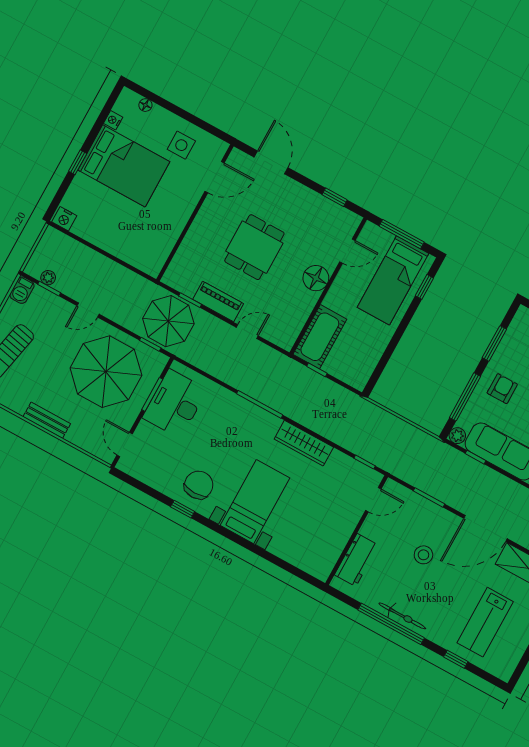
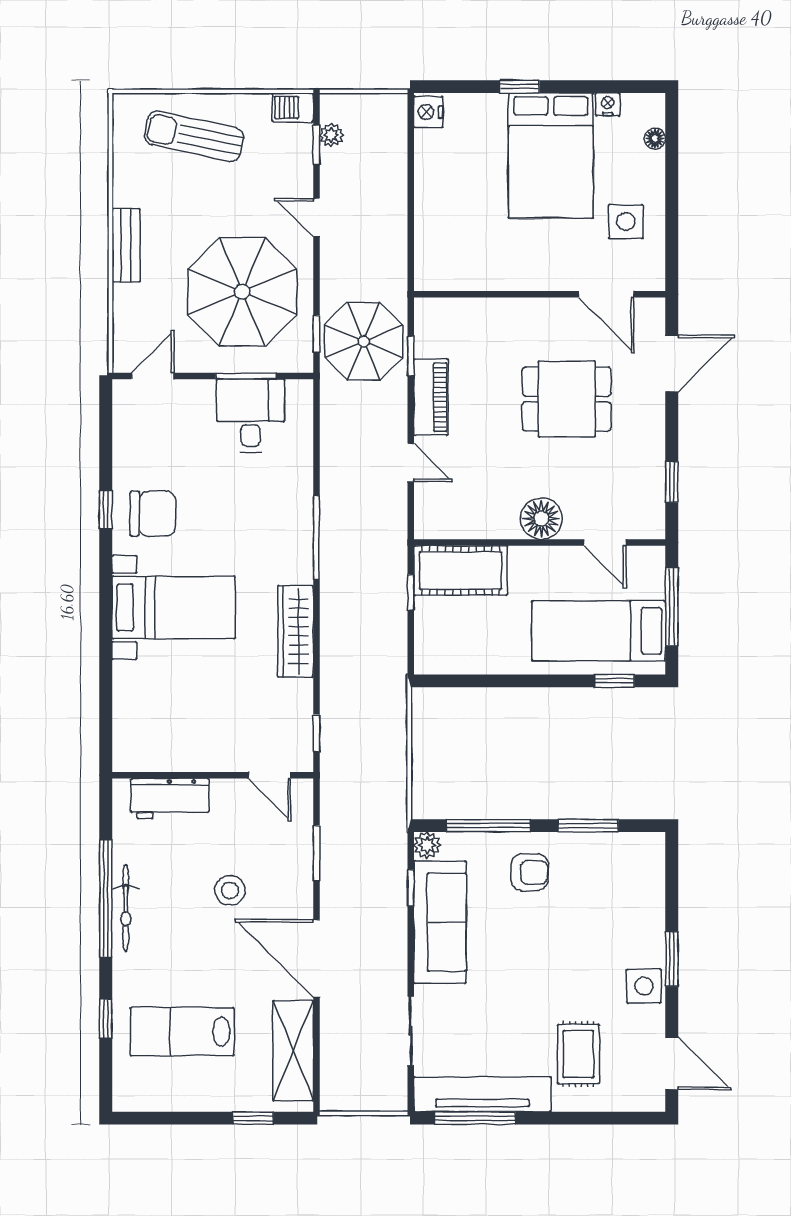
dining table: (254, 247) -> (567, 399), moved
desk: (175, 404) -> (251, 416), width x0.73

